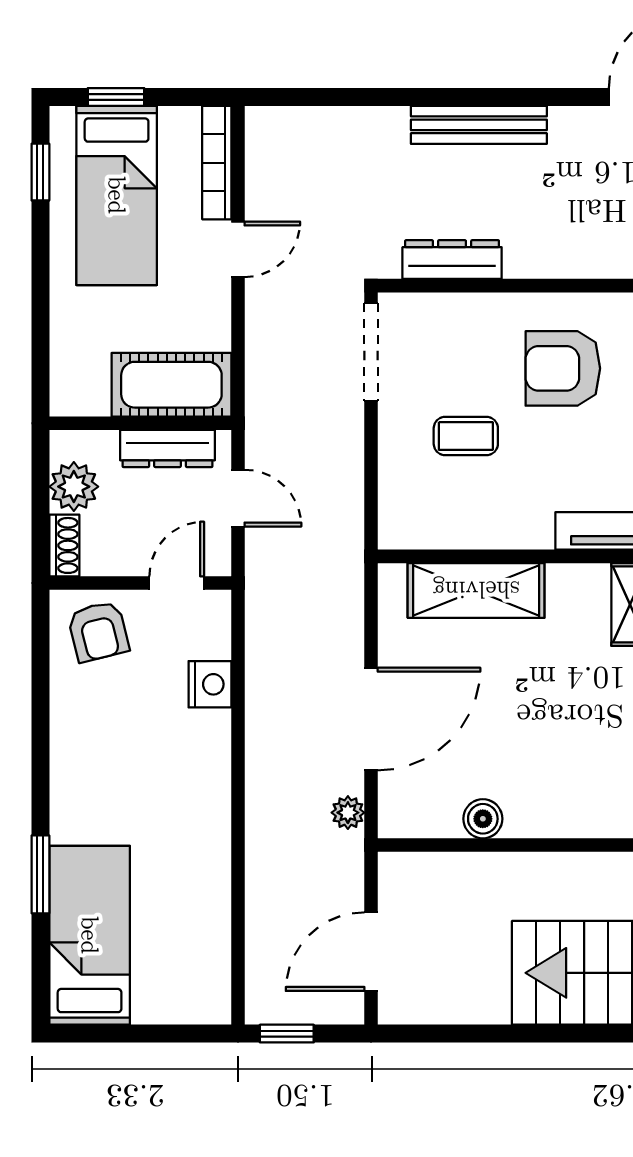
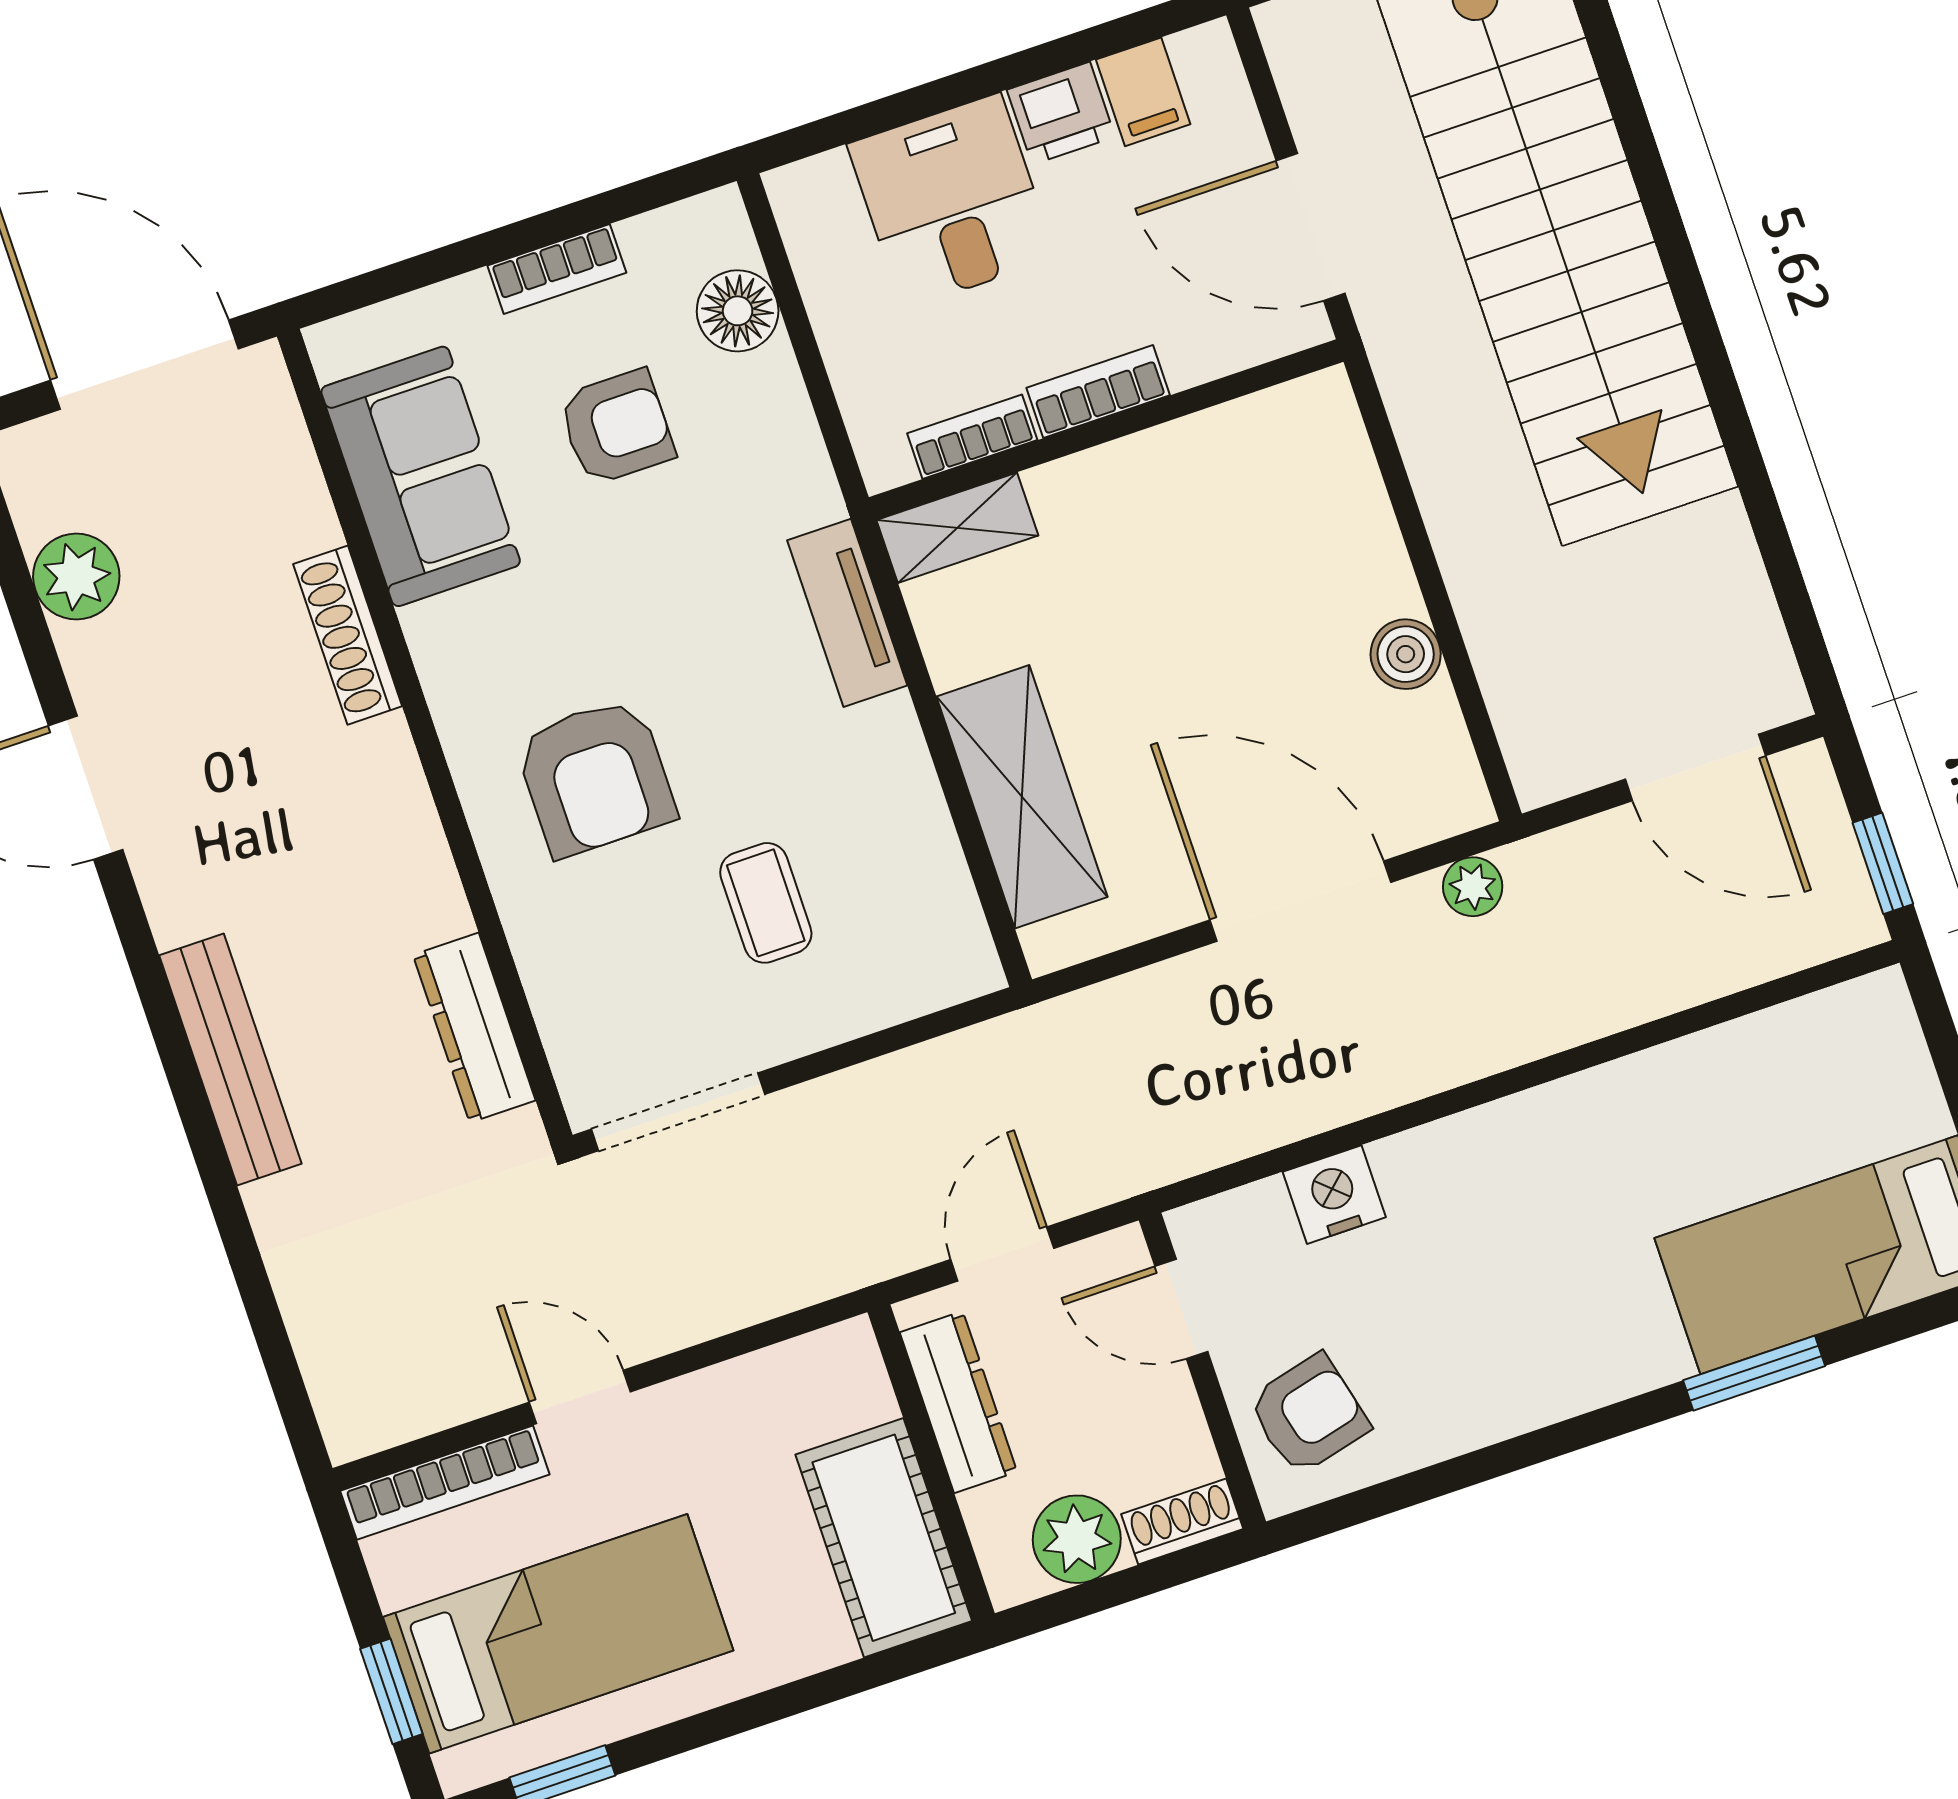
cot: (171, 385) -> (884, 1538), moved

